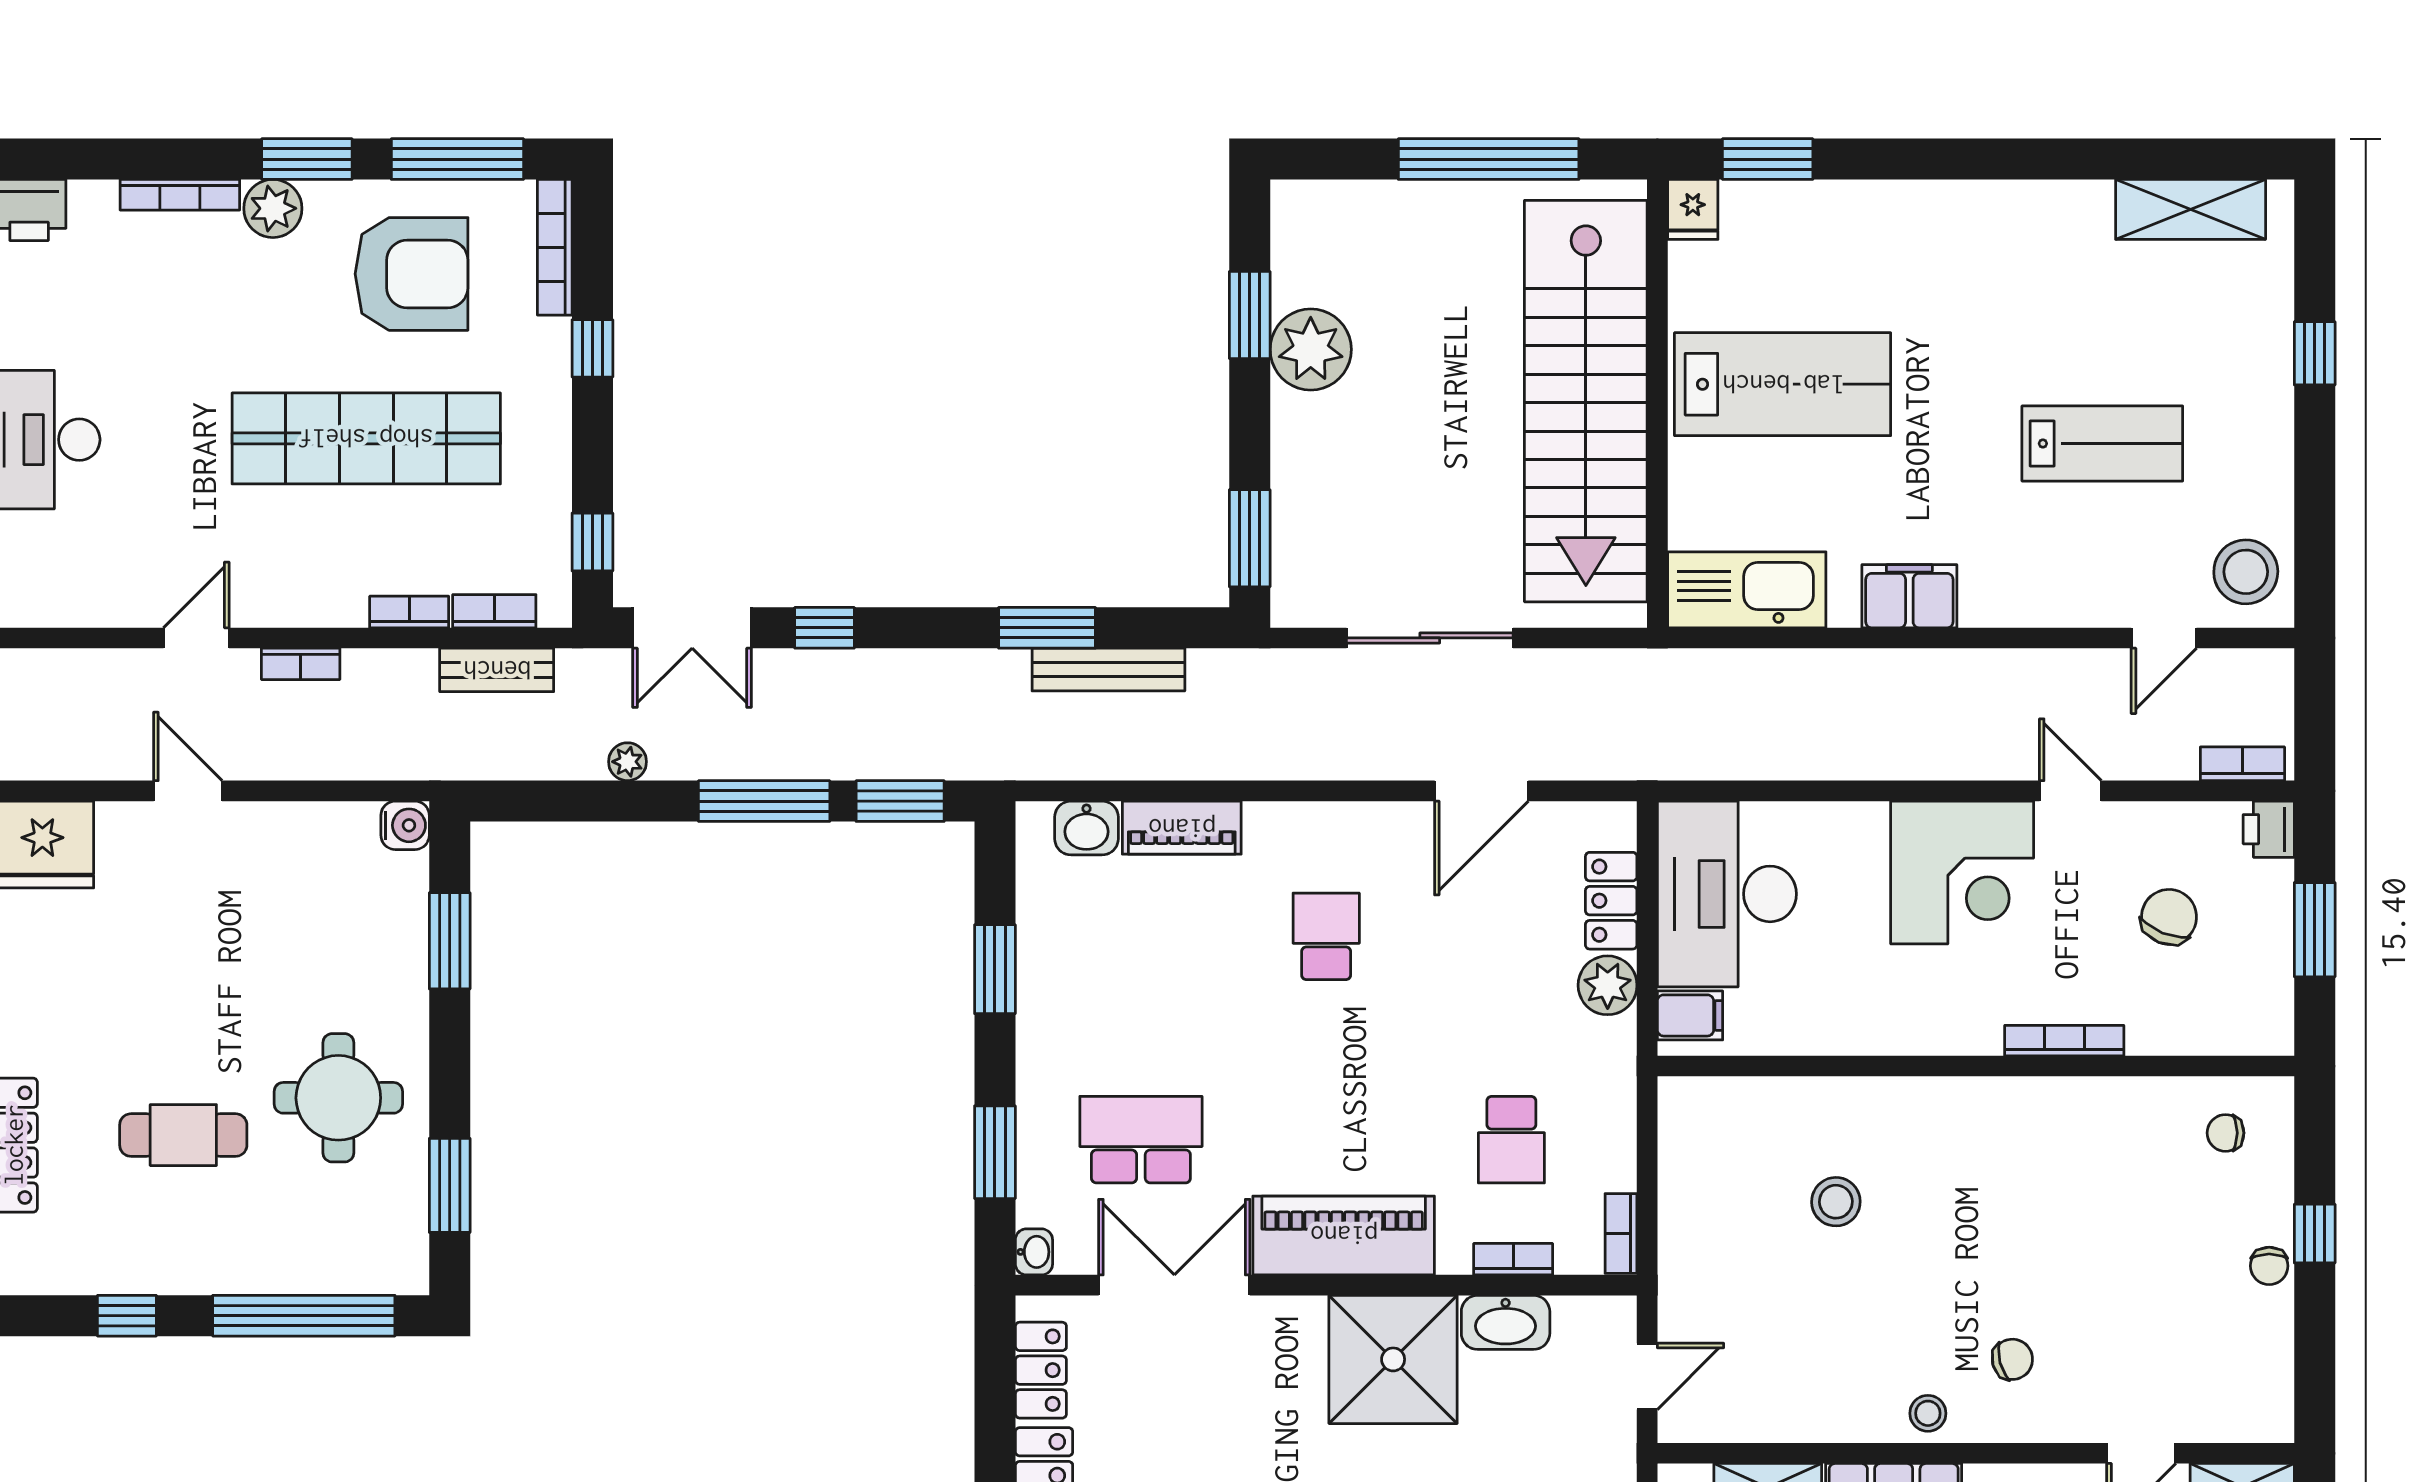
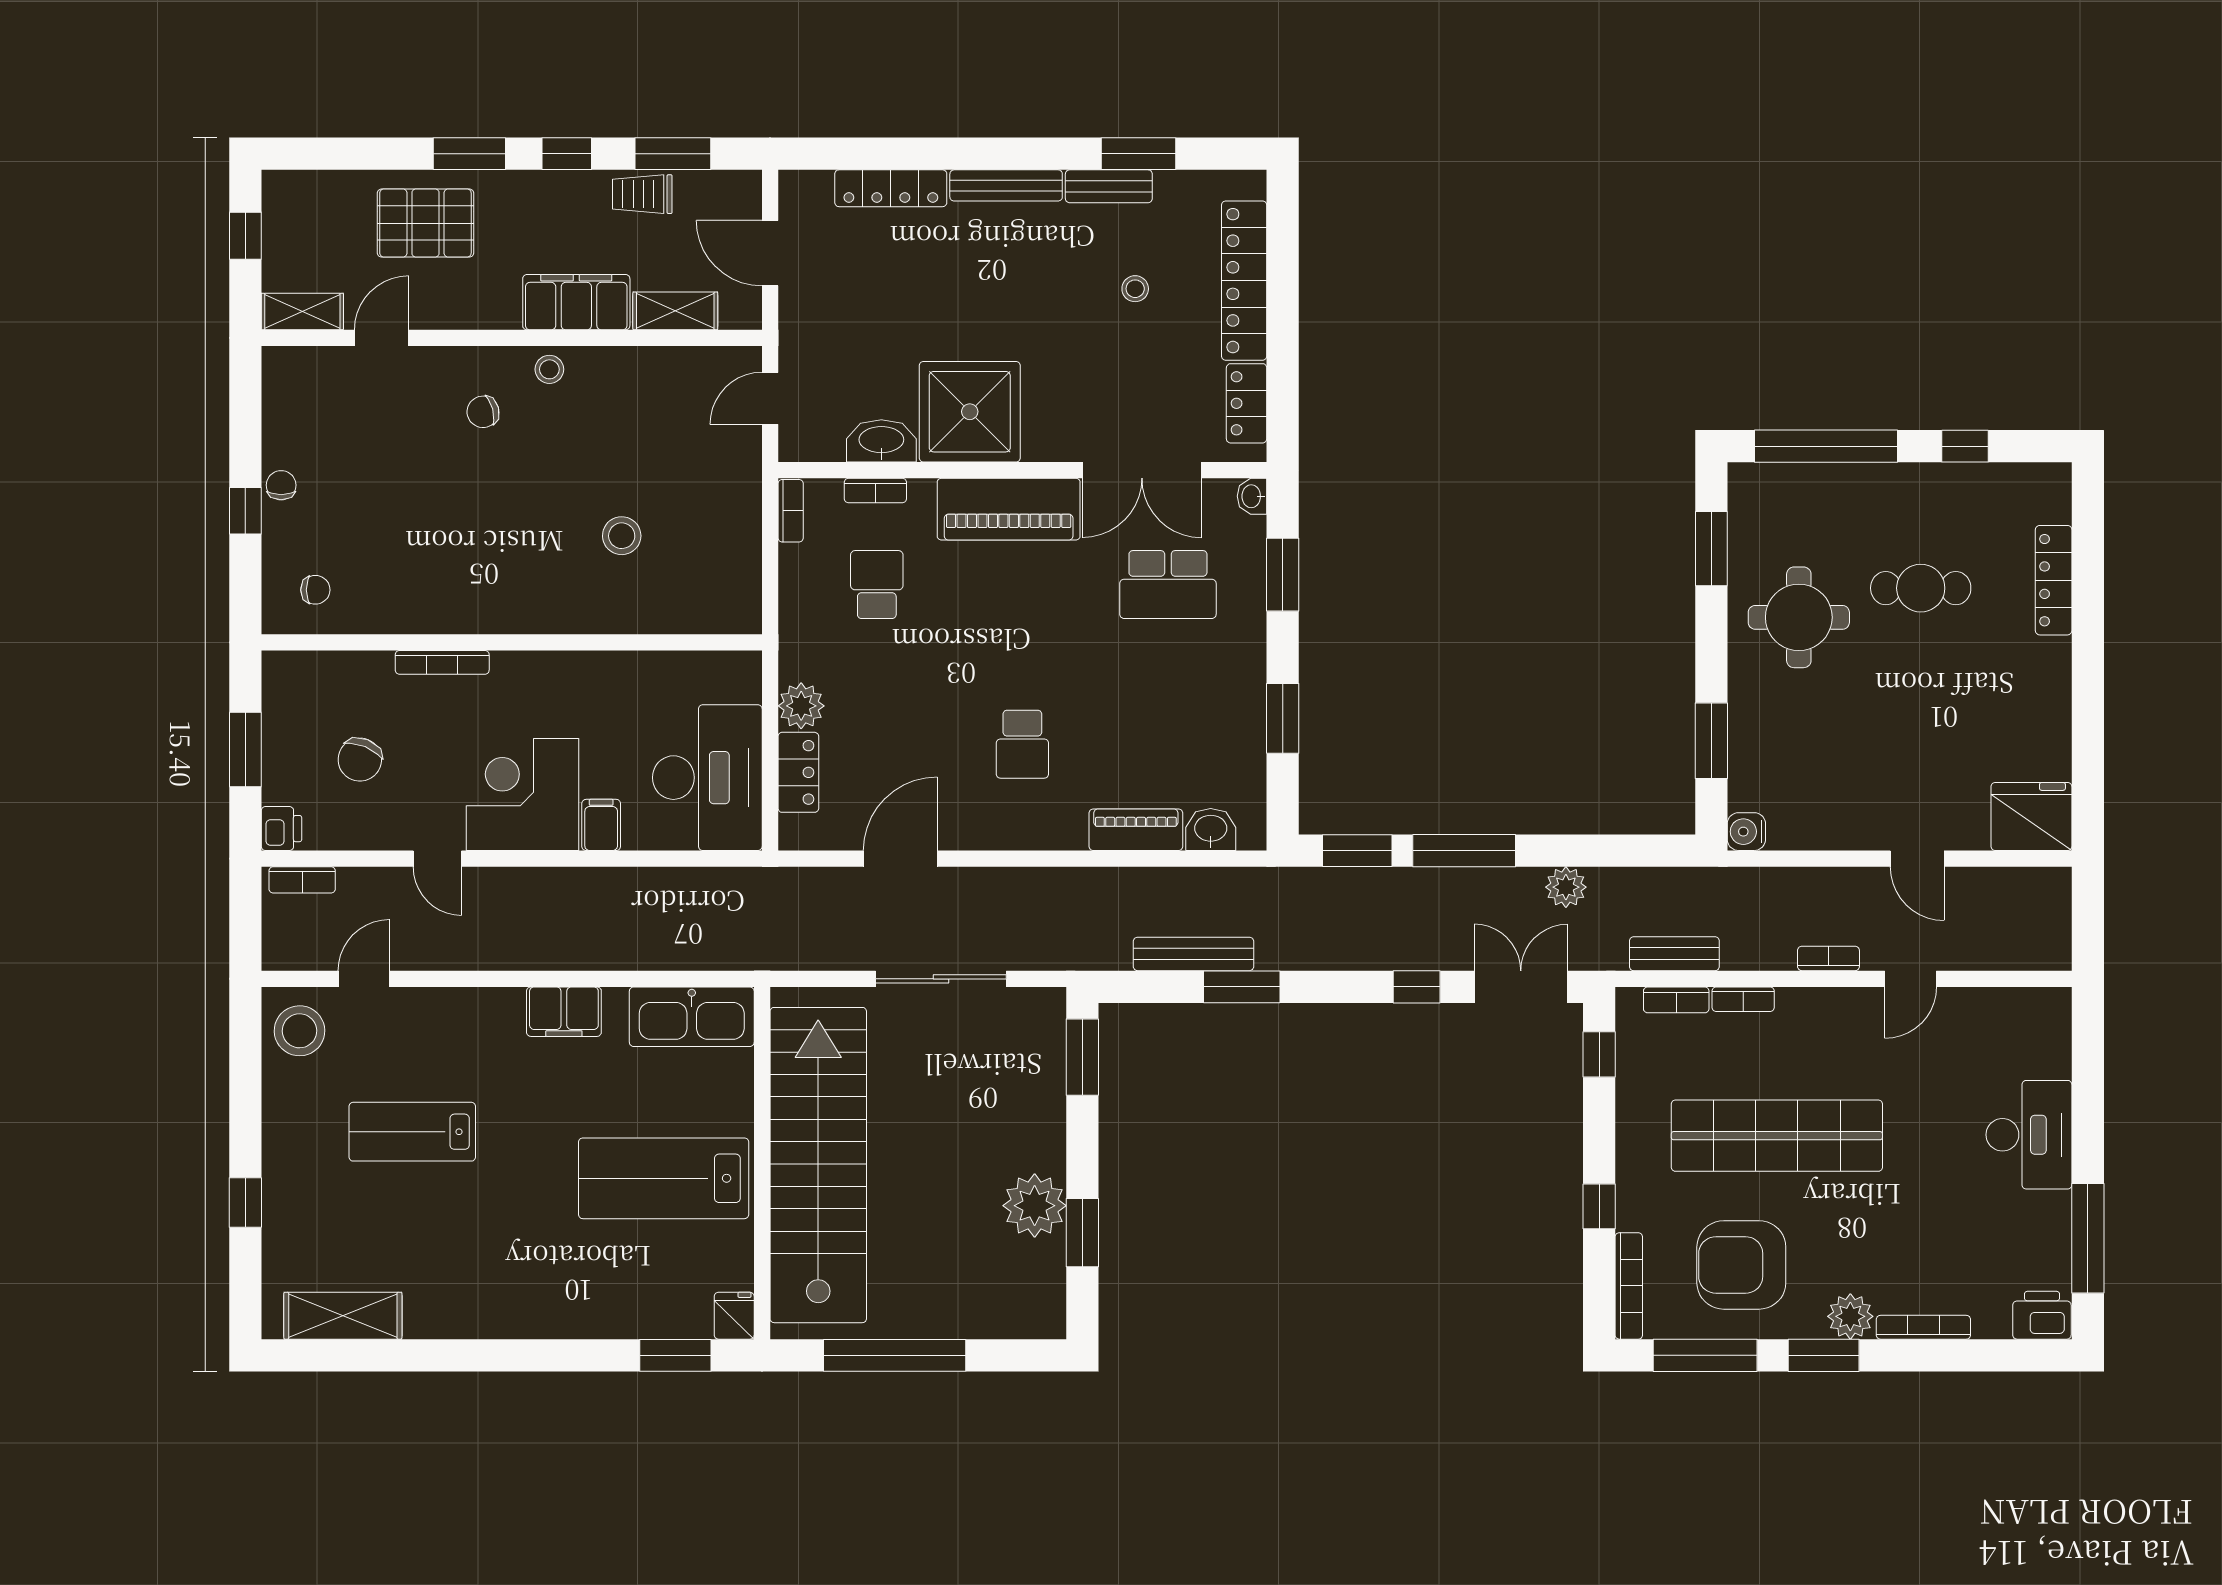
plant: (628, 762) -> (1566, 887), width x1.38, depth x1.38
filing cabinet: (1690, 1015) -> (601, 825), moved, turned 90

